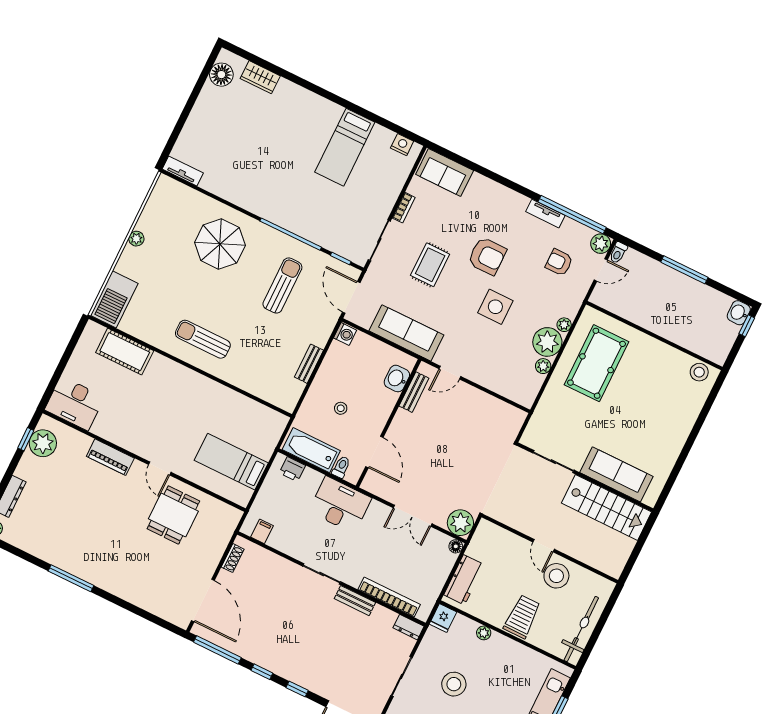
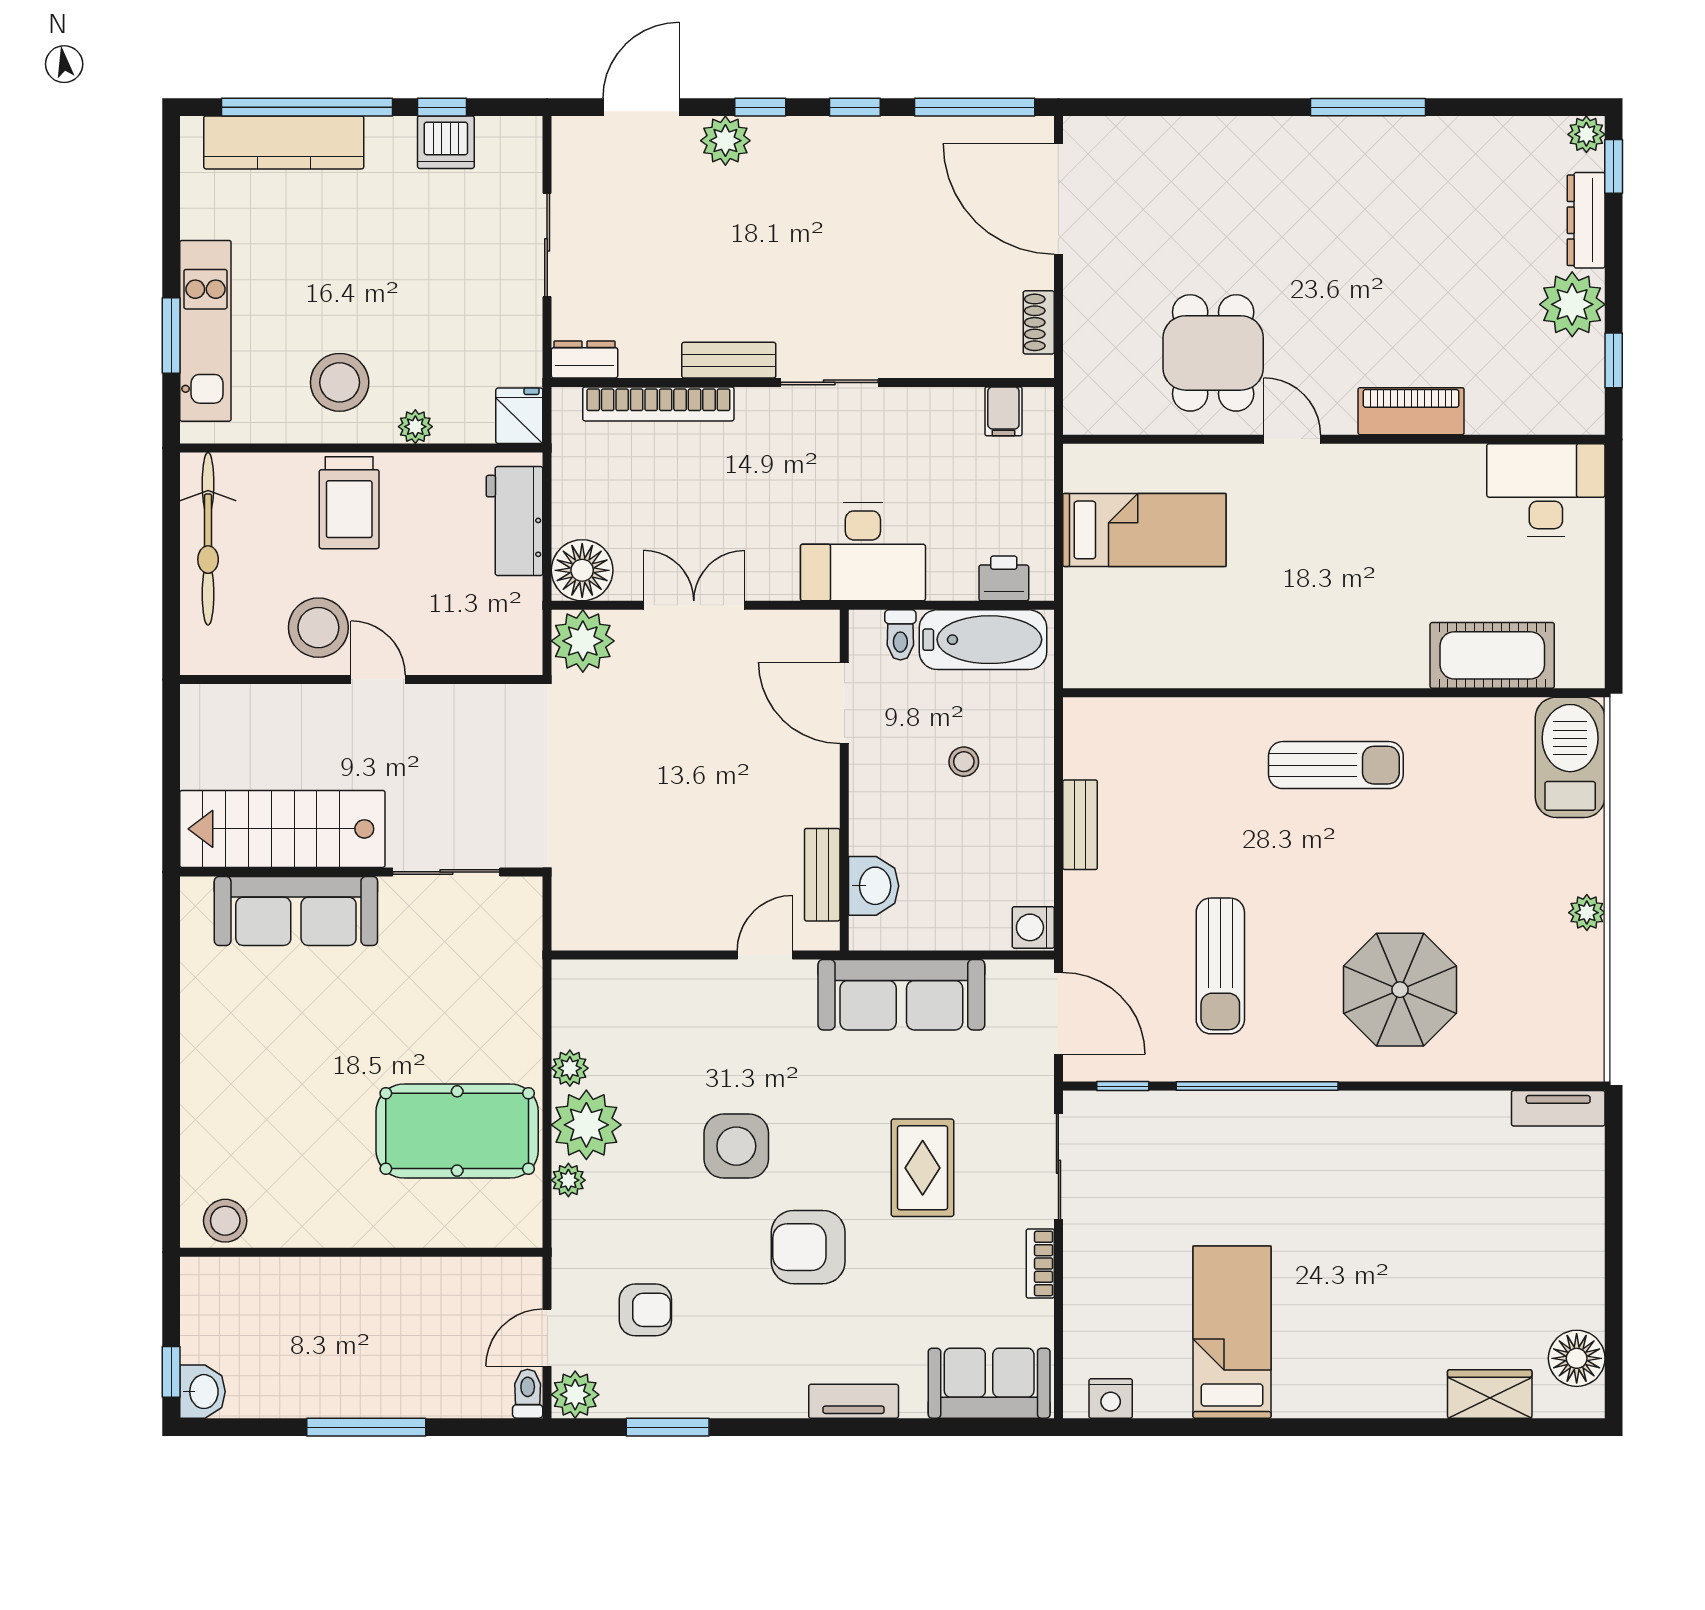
tv unit: (545, 214) -> (854, 1401), moved
window: (572, 215) -> (668, 1427), width x0.47
pool table: (597, 363) -> (457, 1131), turned 90
plant: (43, 443) -> (1572, 304), moved
floor lamp: (456, 546) -> (582, 570), width x1.89, depth x1.89
plant: (316, 683) -> (725, 141), added
stool: (454, 684) -> (340, 382), moved

